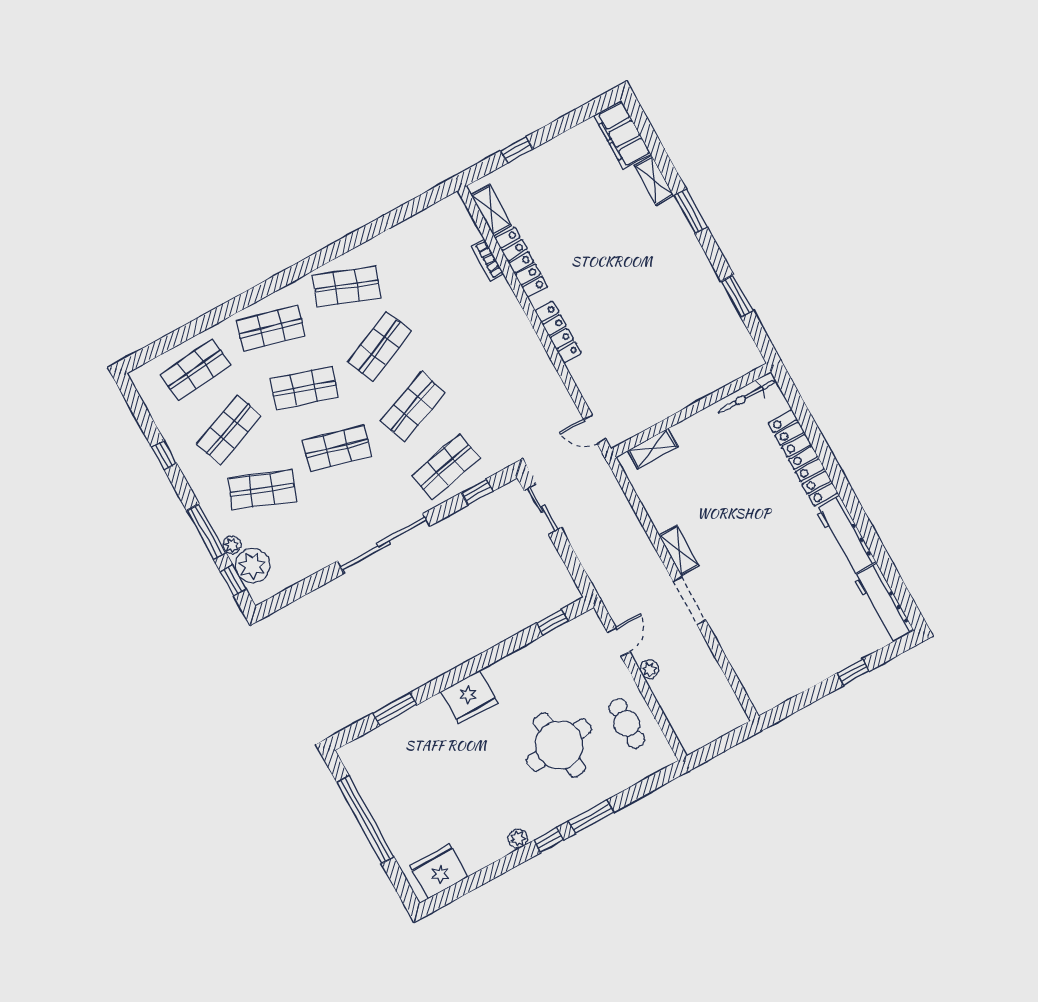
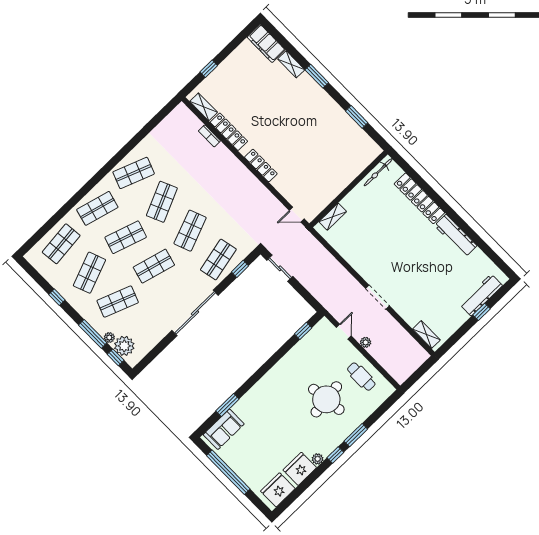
shelving: (679, 550) -> (426, 334), moved
workbench: (883, 603) -> (481, 295), moved, turned 90
fridge: (469, 697) -> (300, 469), moved, turned 180
sofa: (377, 747) -> (224, 429), added

